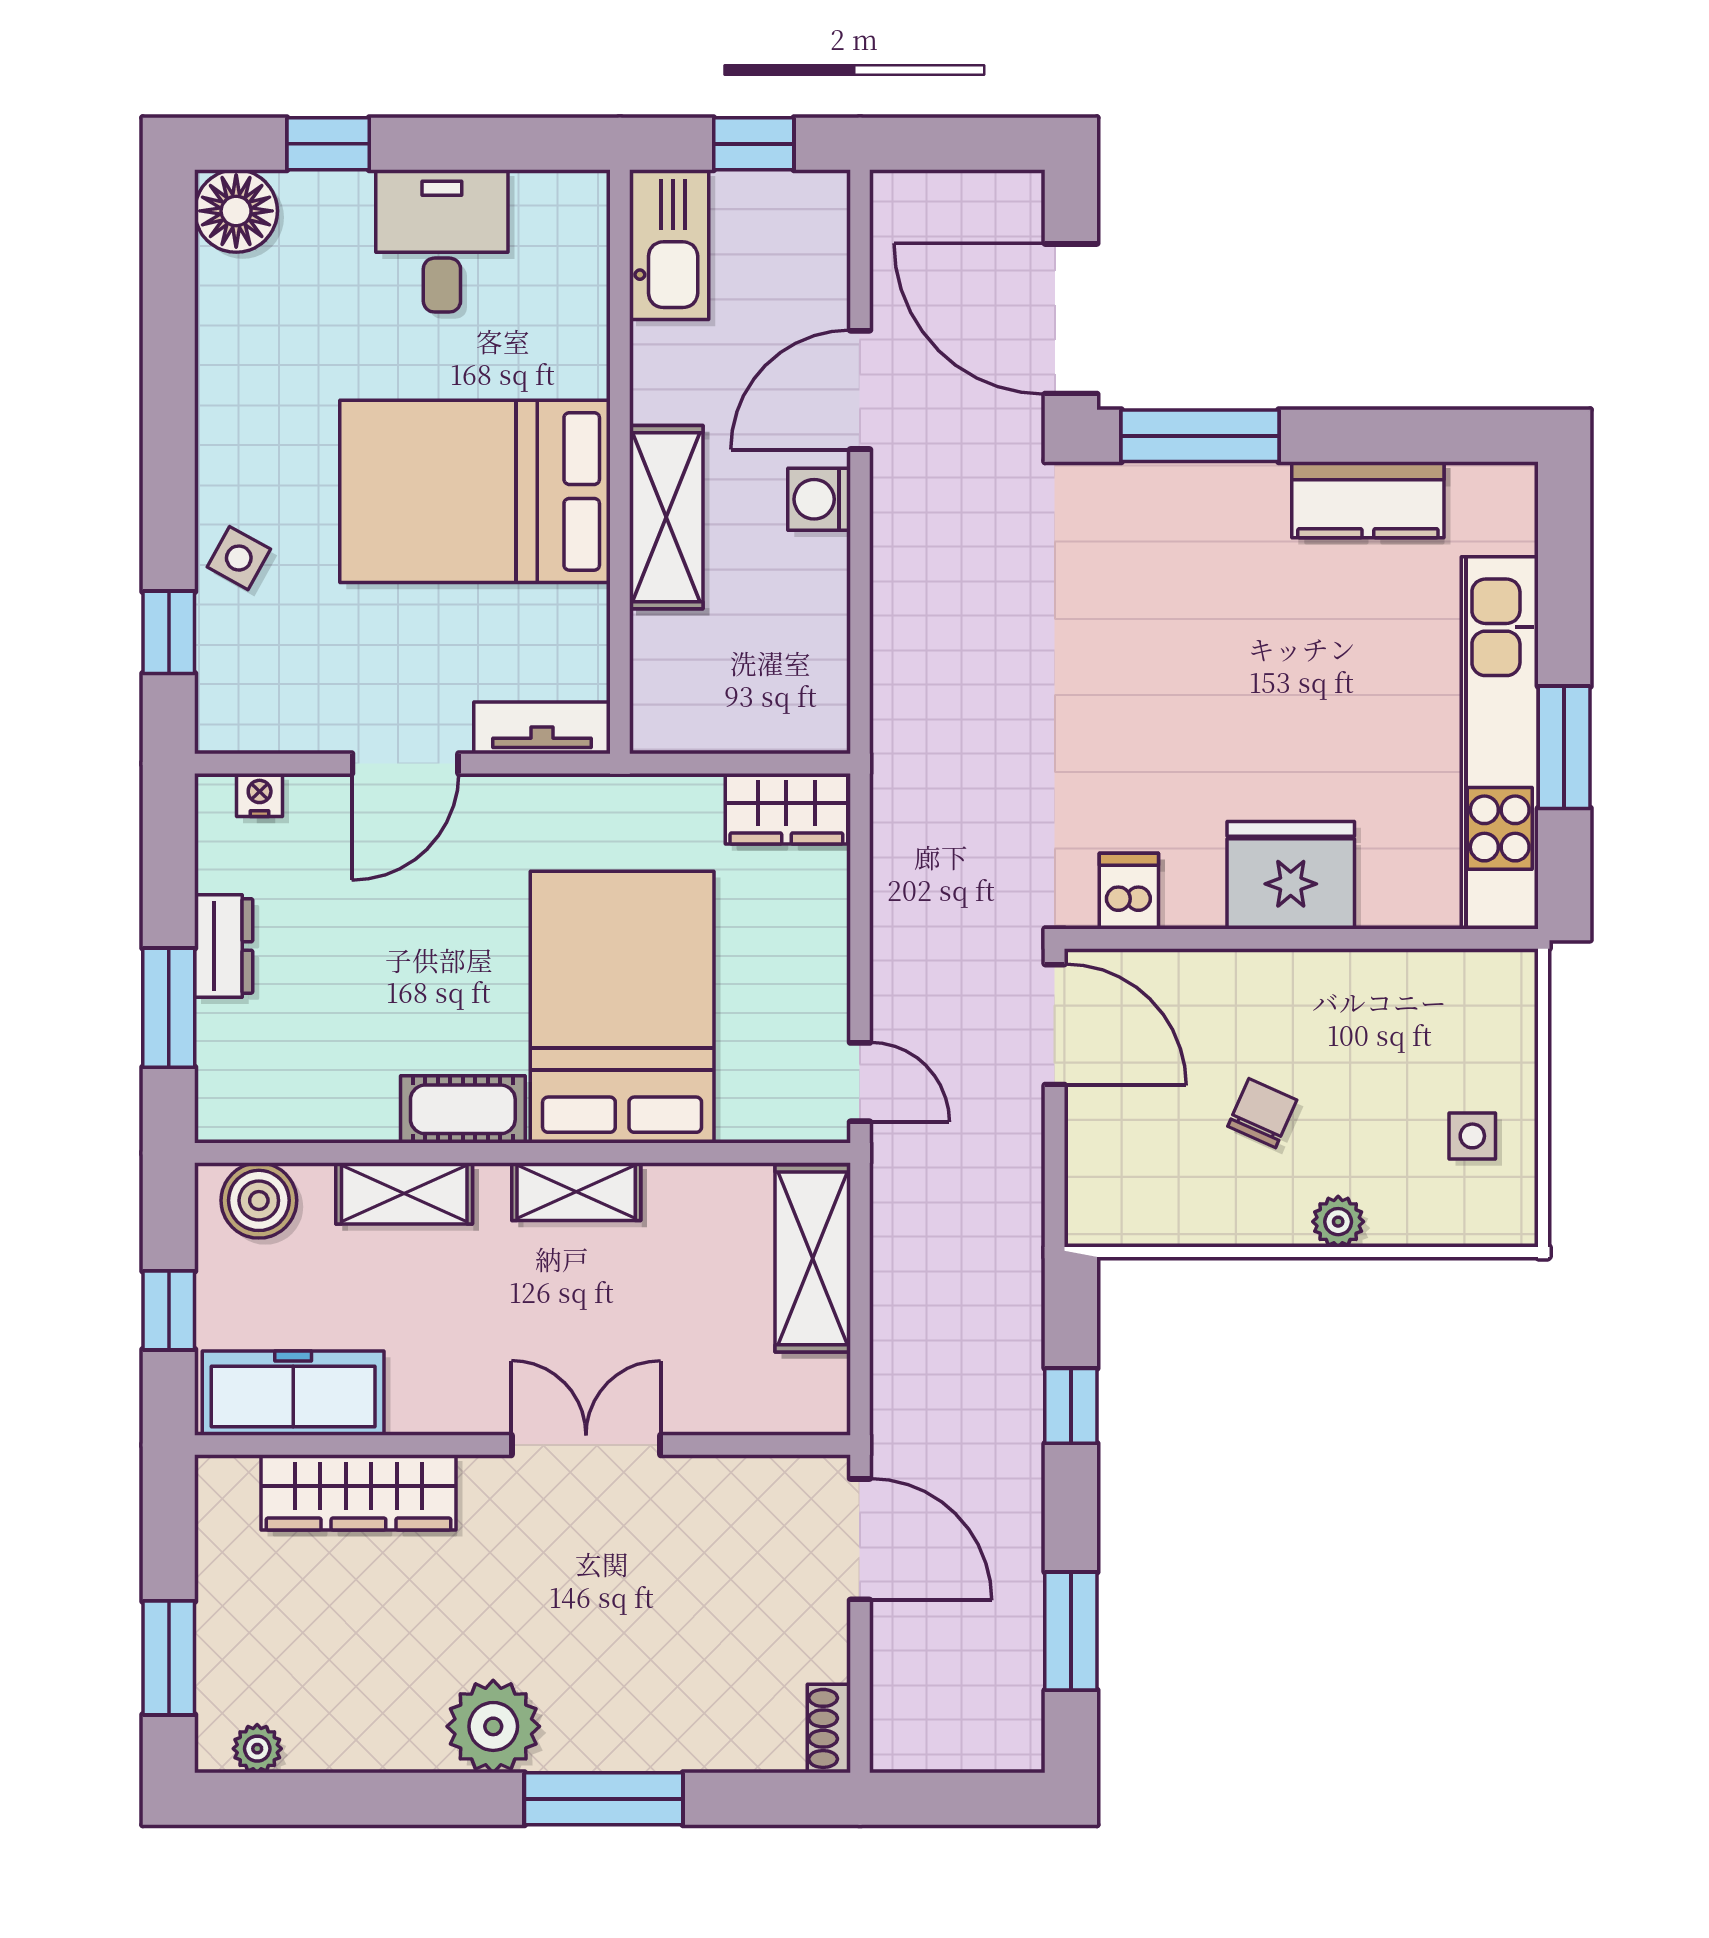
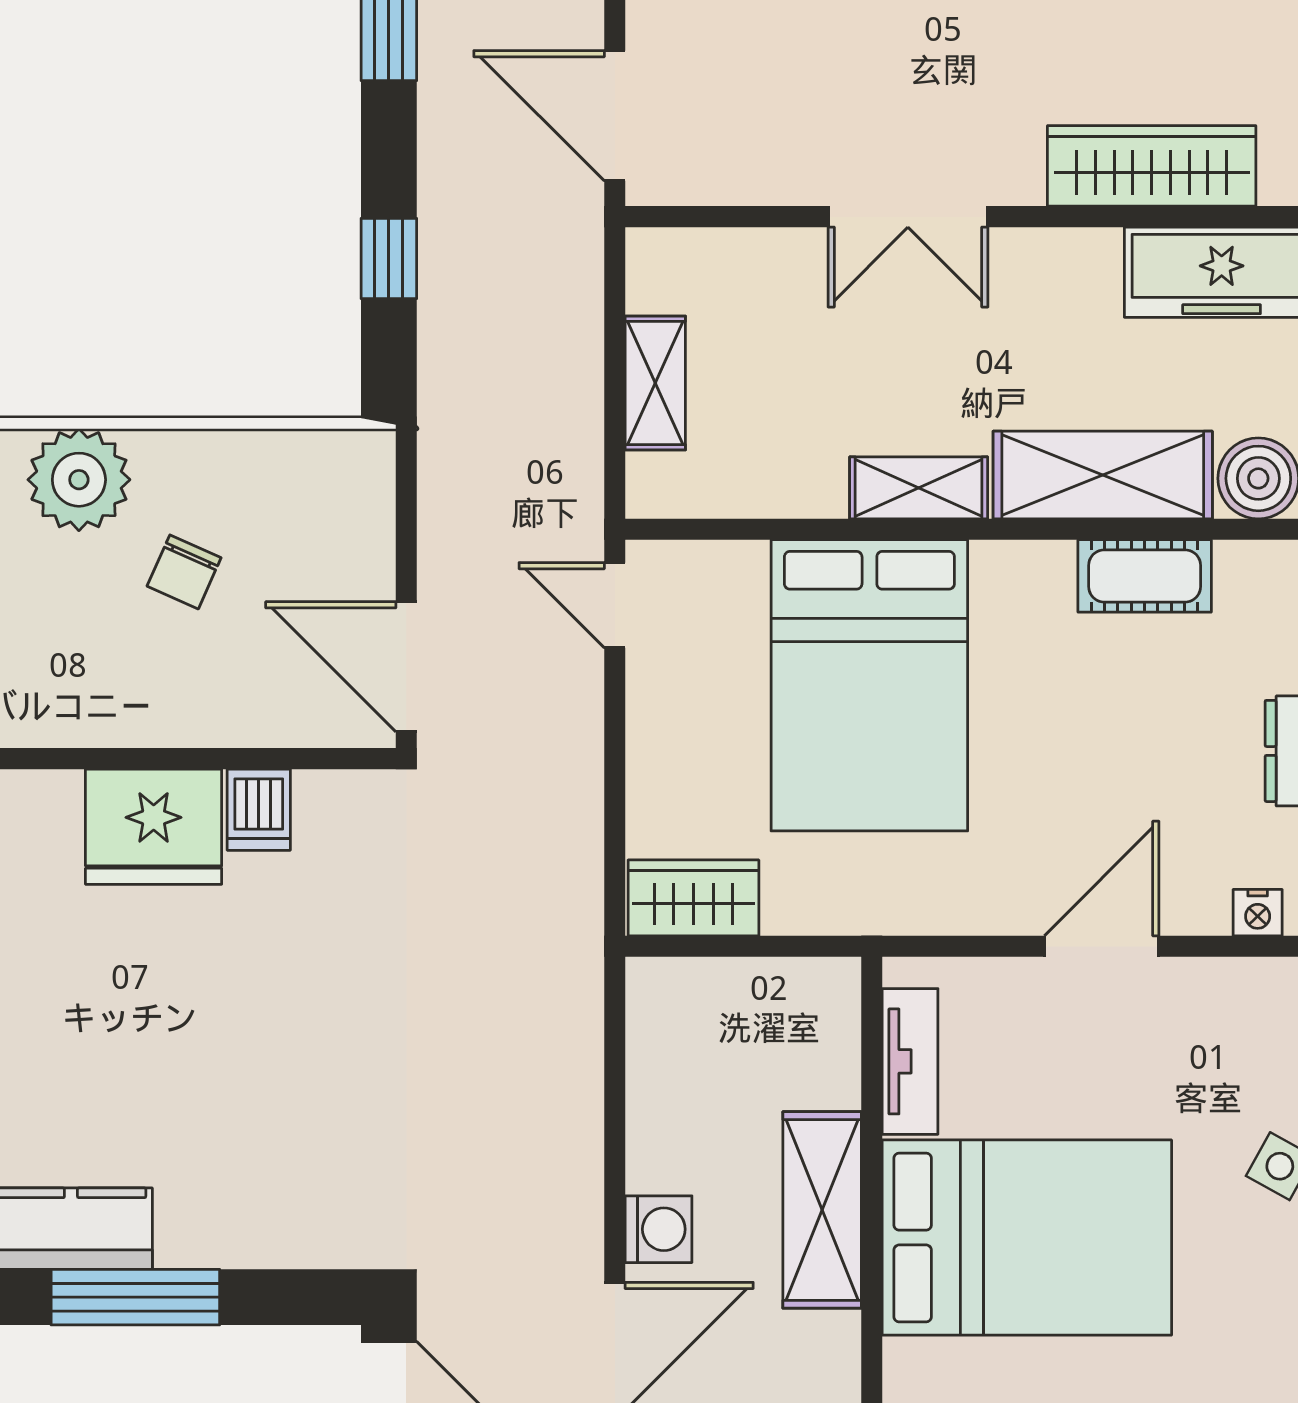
window: (1200, 436) -> (135, 1297), moved
tv unit: (542, 728) -> (910, 1061), moved, turned -90
dishwasher: (1129, 891) -> (259, 810), moved
cot: (463, 1109) -> (1145, 576), moved
shelving: (404, 1193) -> (1103, 475), width x1.50, depth x1.33
plant: (1338, 1222) -> (79, 480), width x1.88, depth x1.88
shelving: (813, 1258) -> (655, 383), width x0.67, depth x0.75

